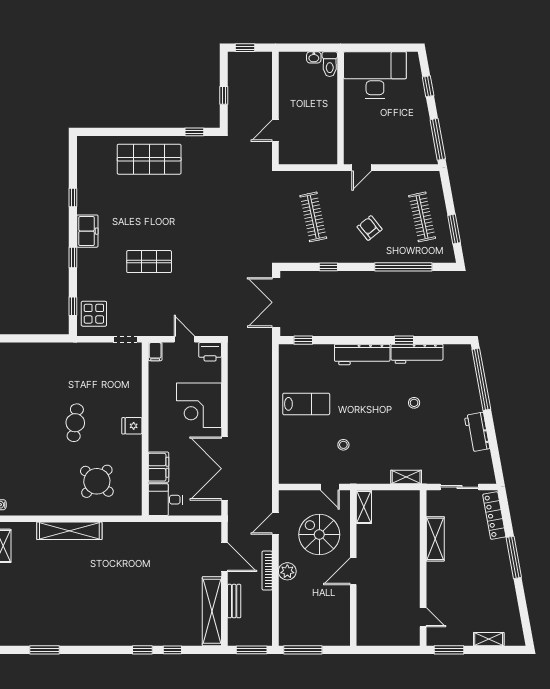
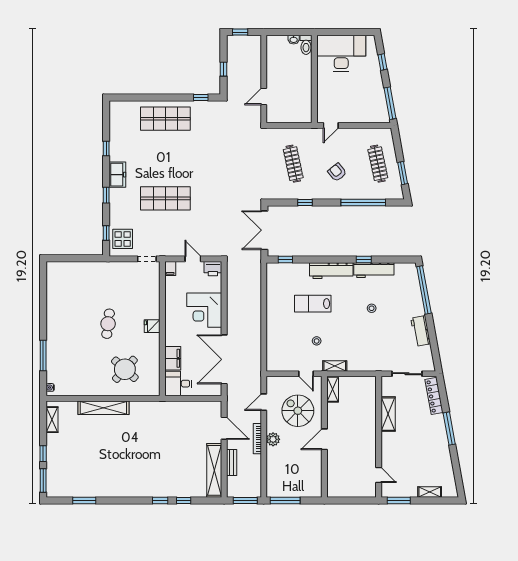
shop shelf: (149, 262) -> (165, 198), width x1.43, depth x1.36
lab bench: (306, 404) -> (313, 304), moved, turned 180
shelving: (406, 477) -> (335, 366), moved

